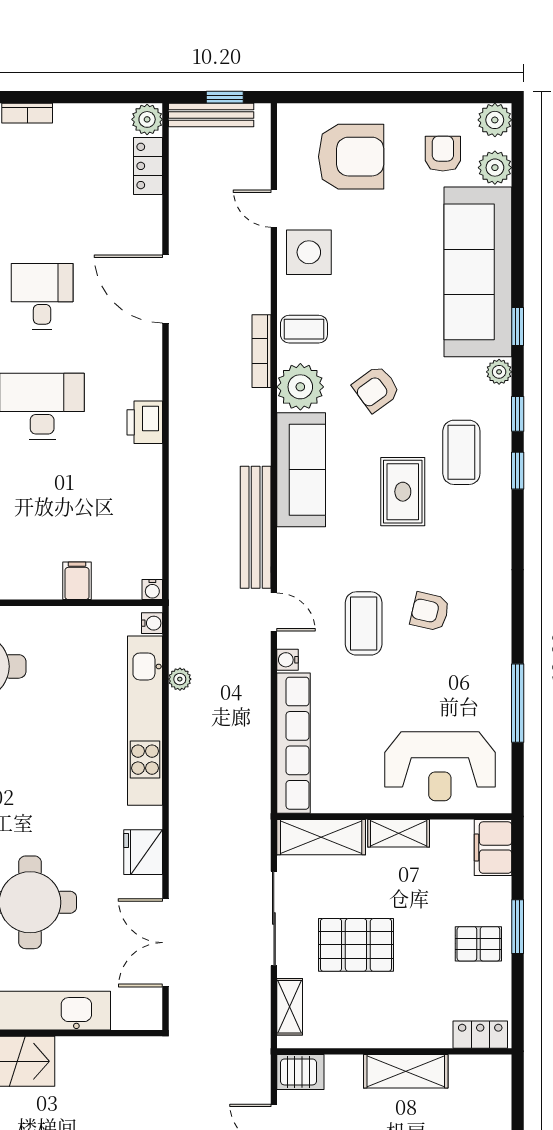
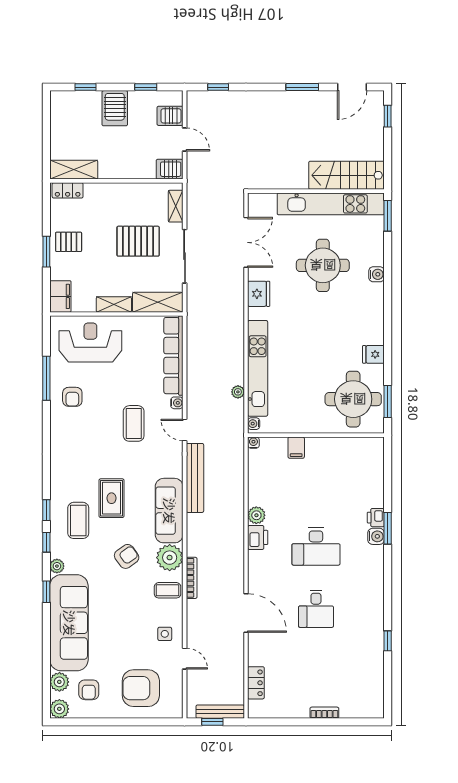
plant: (147, 119) -> (256, 515), moved
side table: (309, 252) -> (165, 634), width x0.54, depth x0.54
armchair: (430, 612) -> (72, 397), moved, turned 77
shelving: (406, 1071) -> (74, 170), moved

